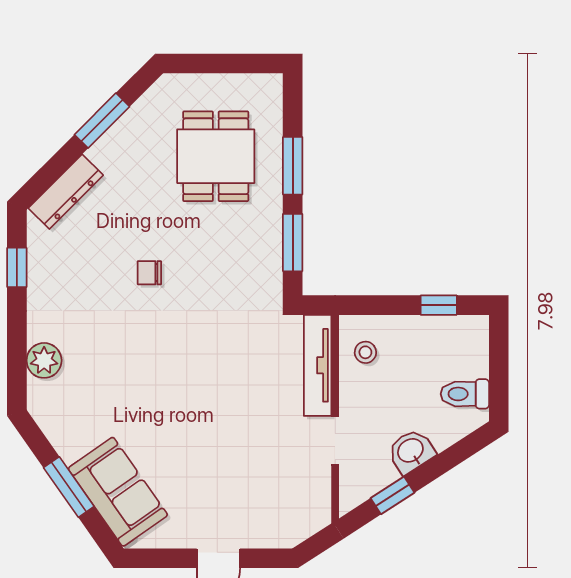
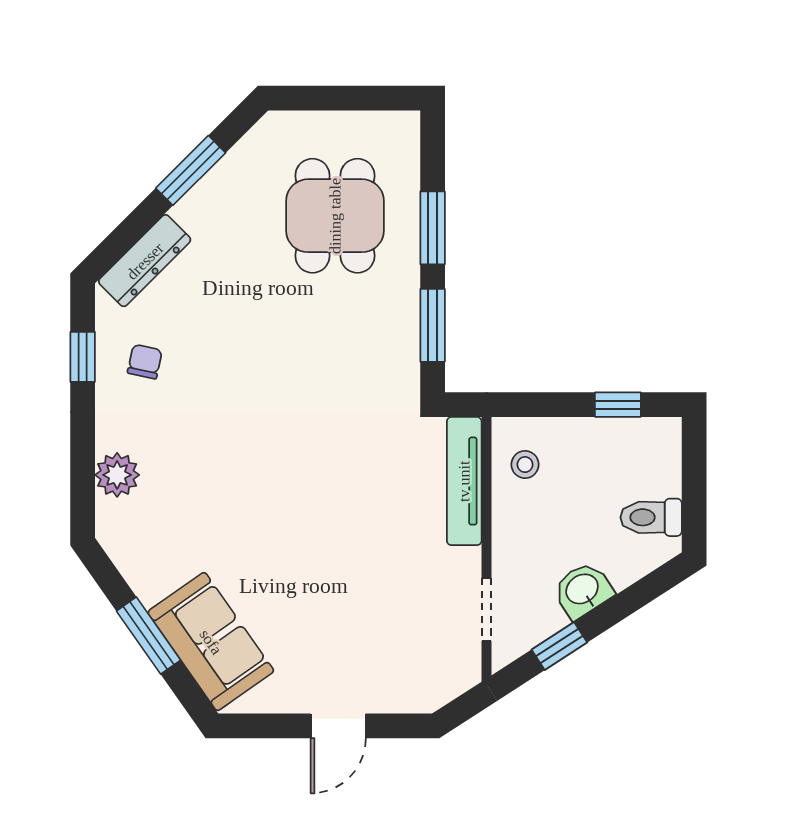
chair: (149, 273) -> (145, 362), moved, turned 102
doorway: (335, 441) -> (486, 609), moved

